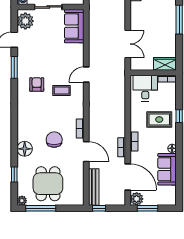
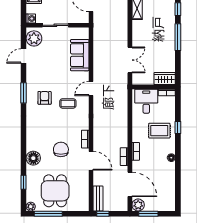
sofa: (74, 26) -> (80, 55), moved
window: (14, 67) -> (23, 93), moved
sofa: (167, 169) -> (167, 177), removed
bench: (94, 187) -> (98, 198), width x0.73

